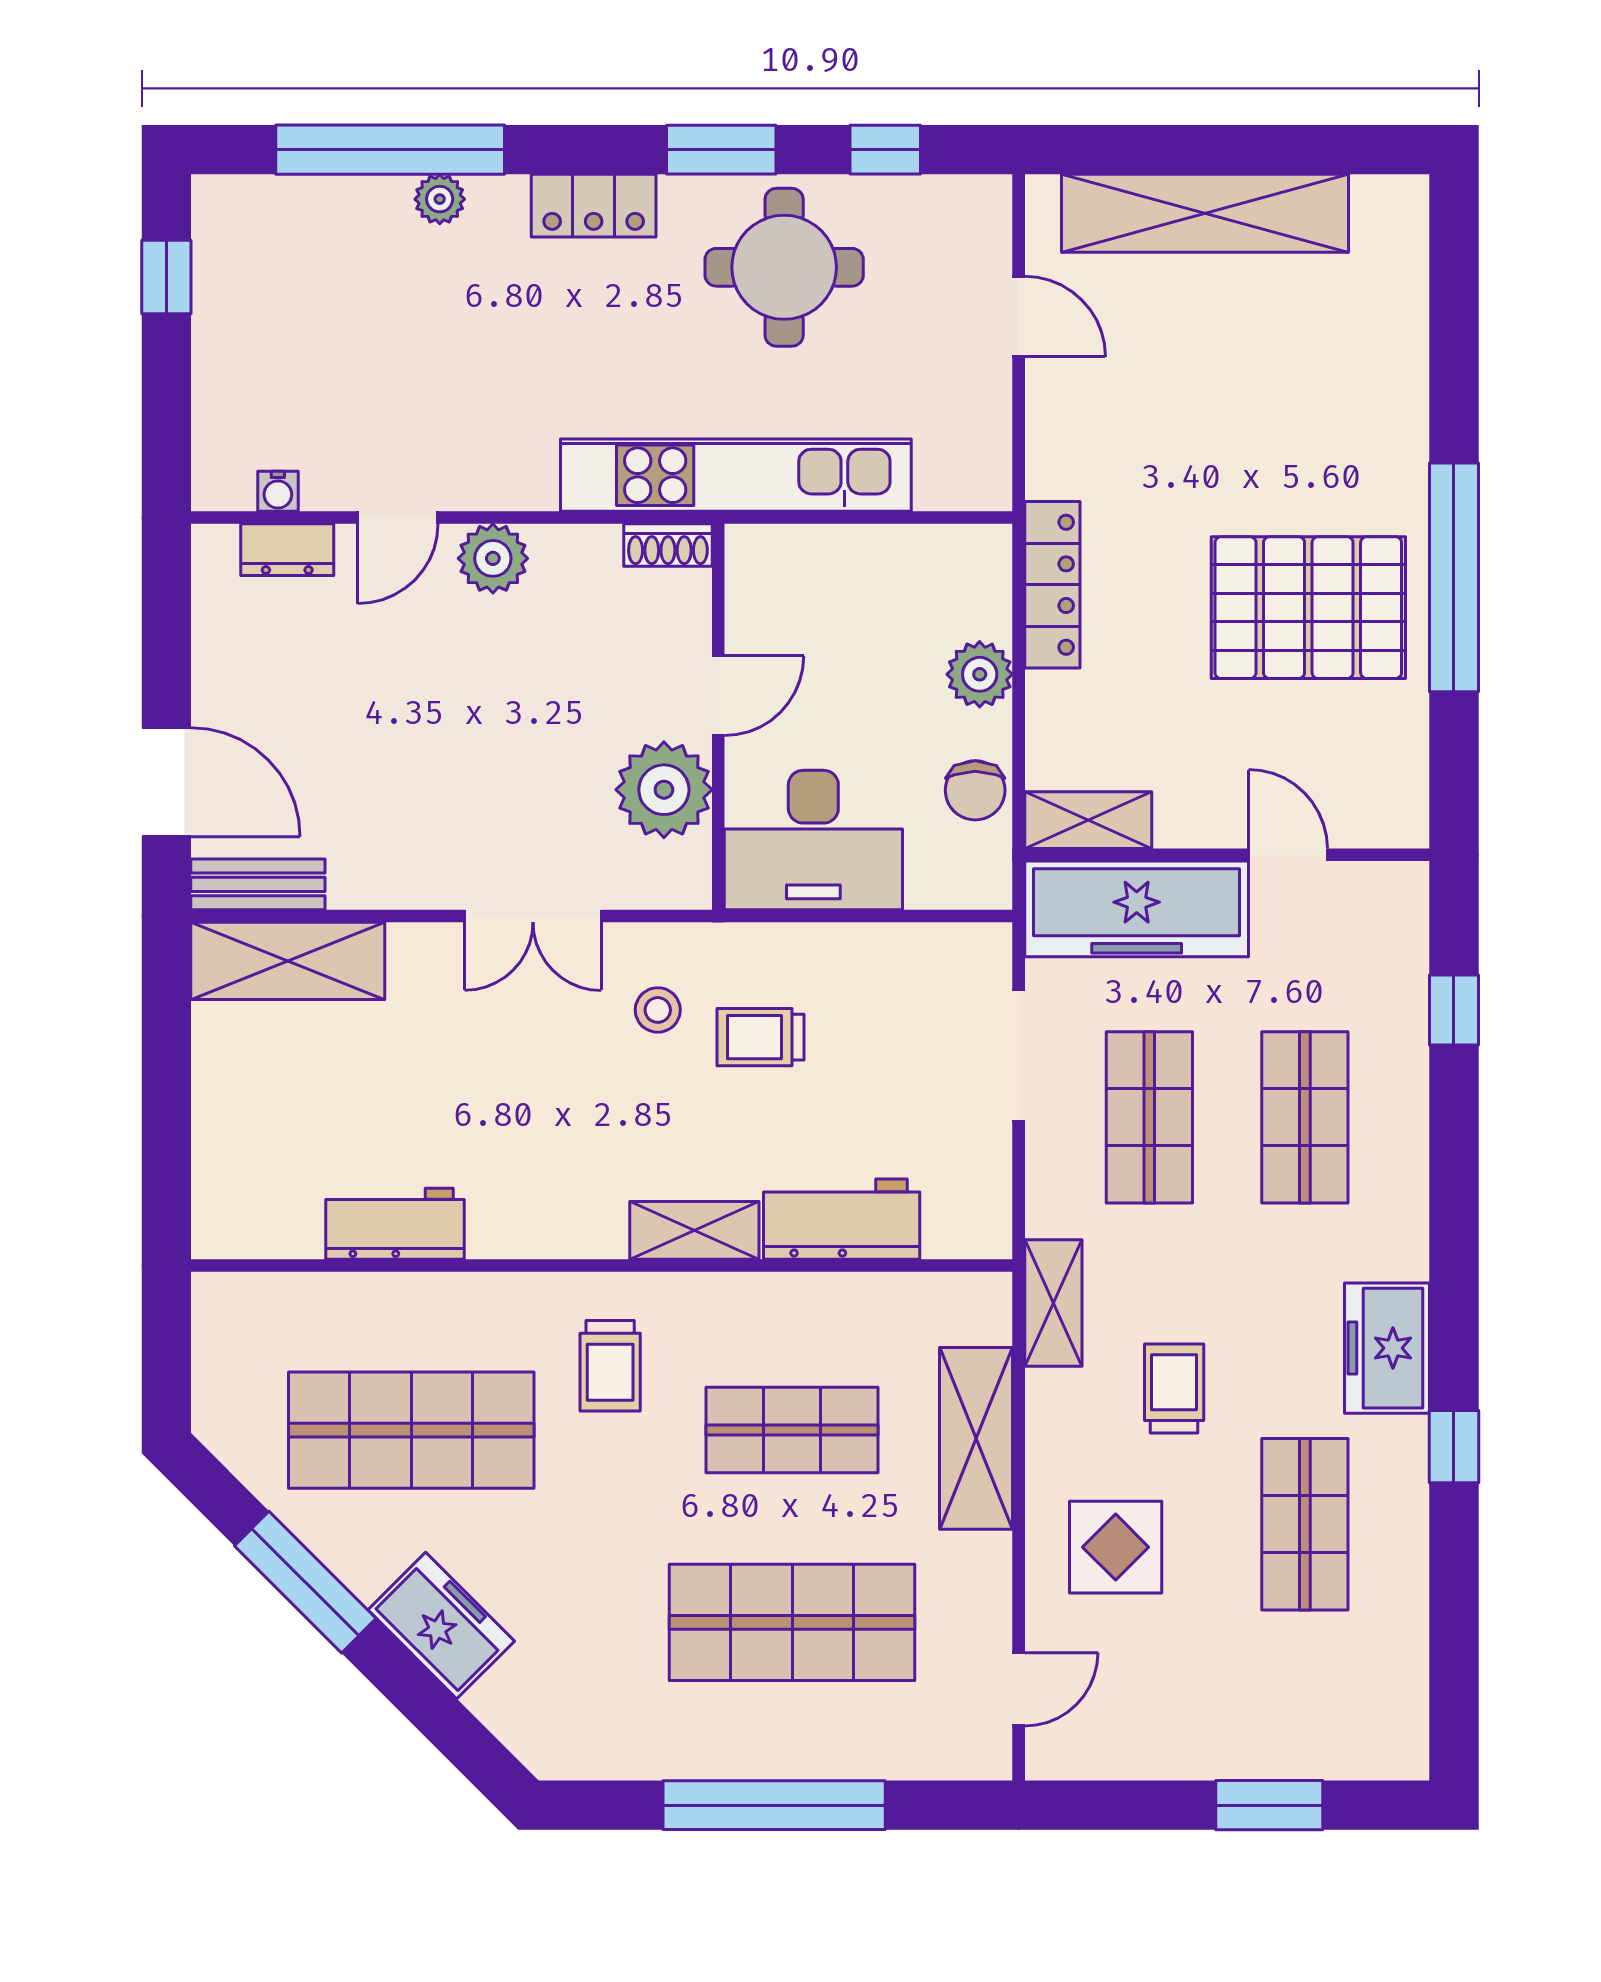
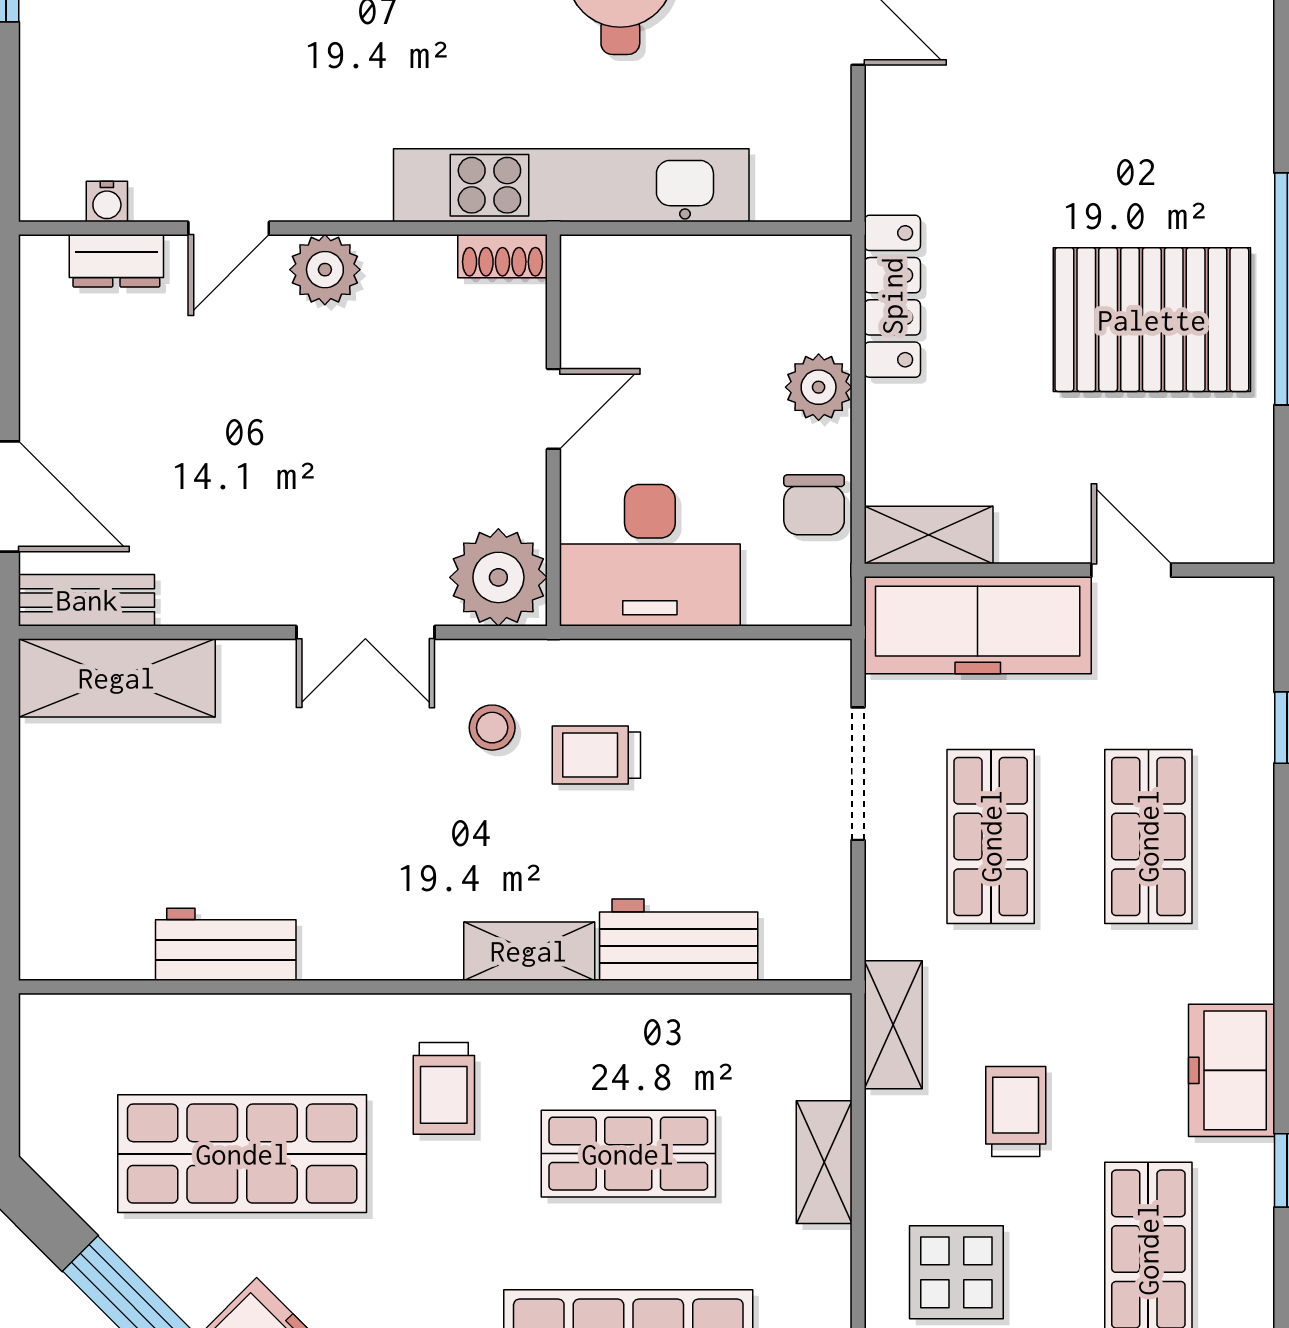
plant: (664, 790) -> (498, 577), moved
shelving: (976, 1438) -> (824, 1162), width x0.67, depth x0.75

